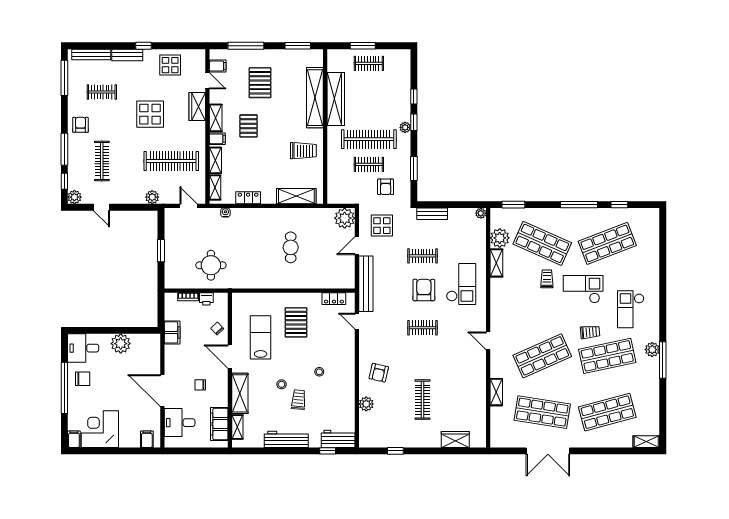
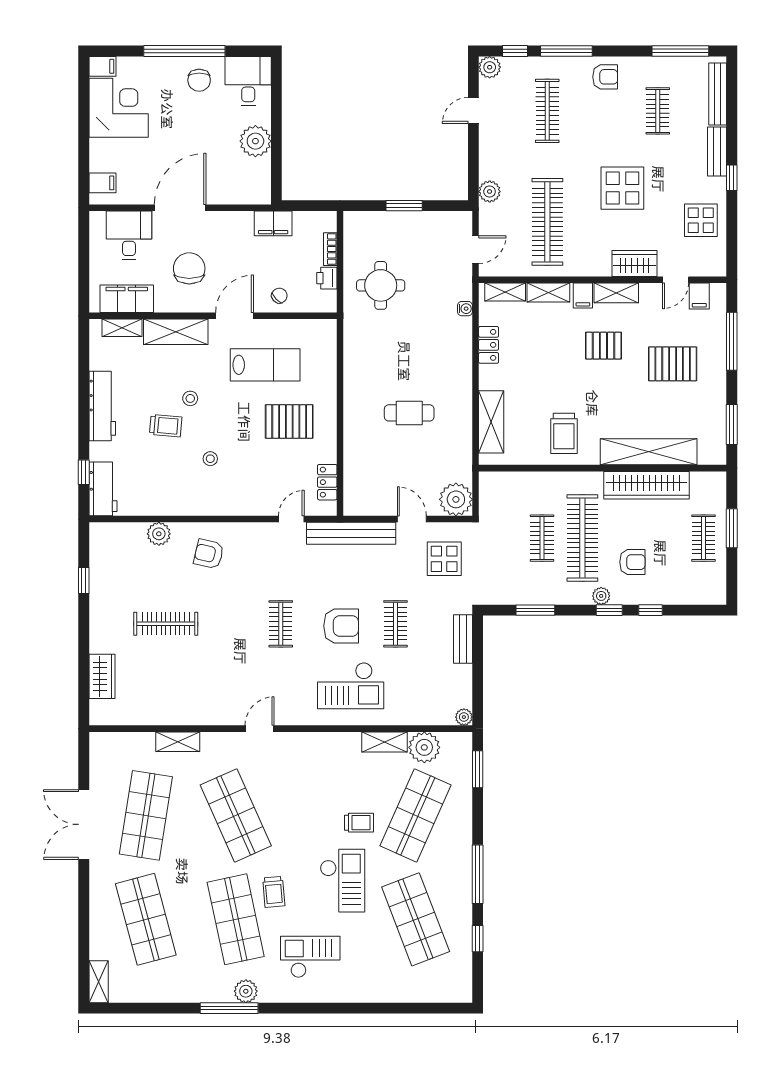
clothes rail: (102, 161) -> (547, 111), turned 90
armchair: (386, 187) -> (632, 562), moved, turned 180
chair: (200, 385) -> (189, 268), width x1.87, depth x1.87

